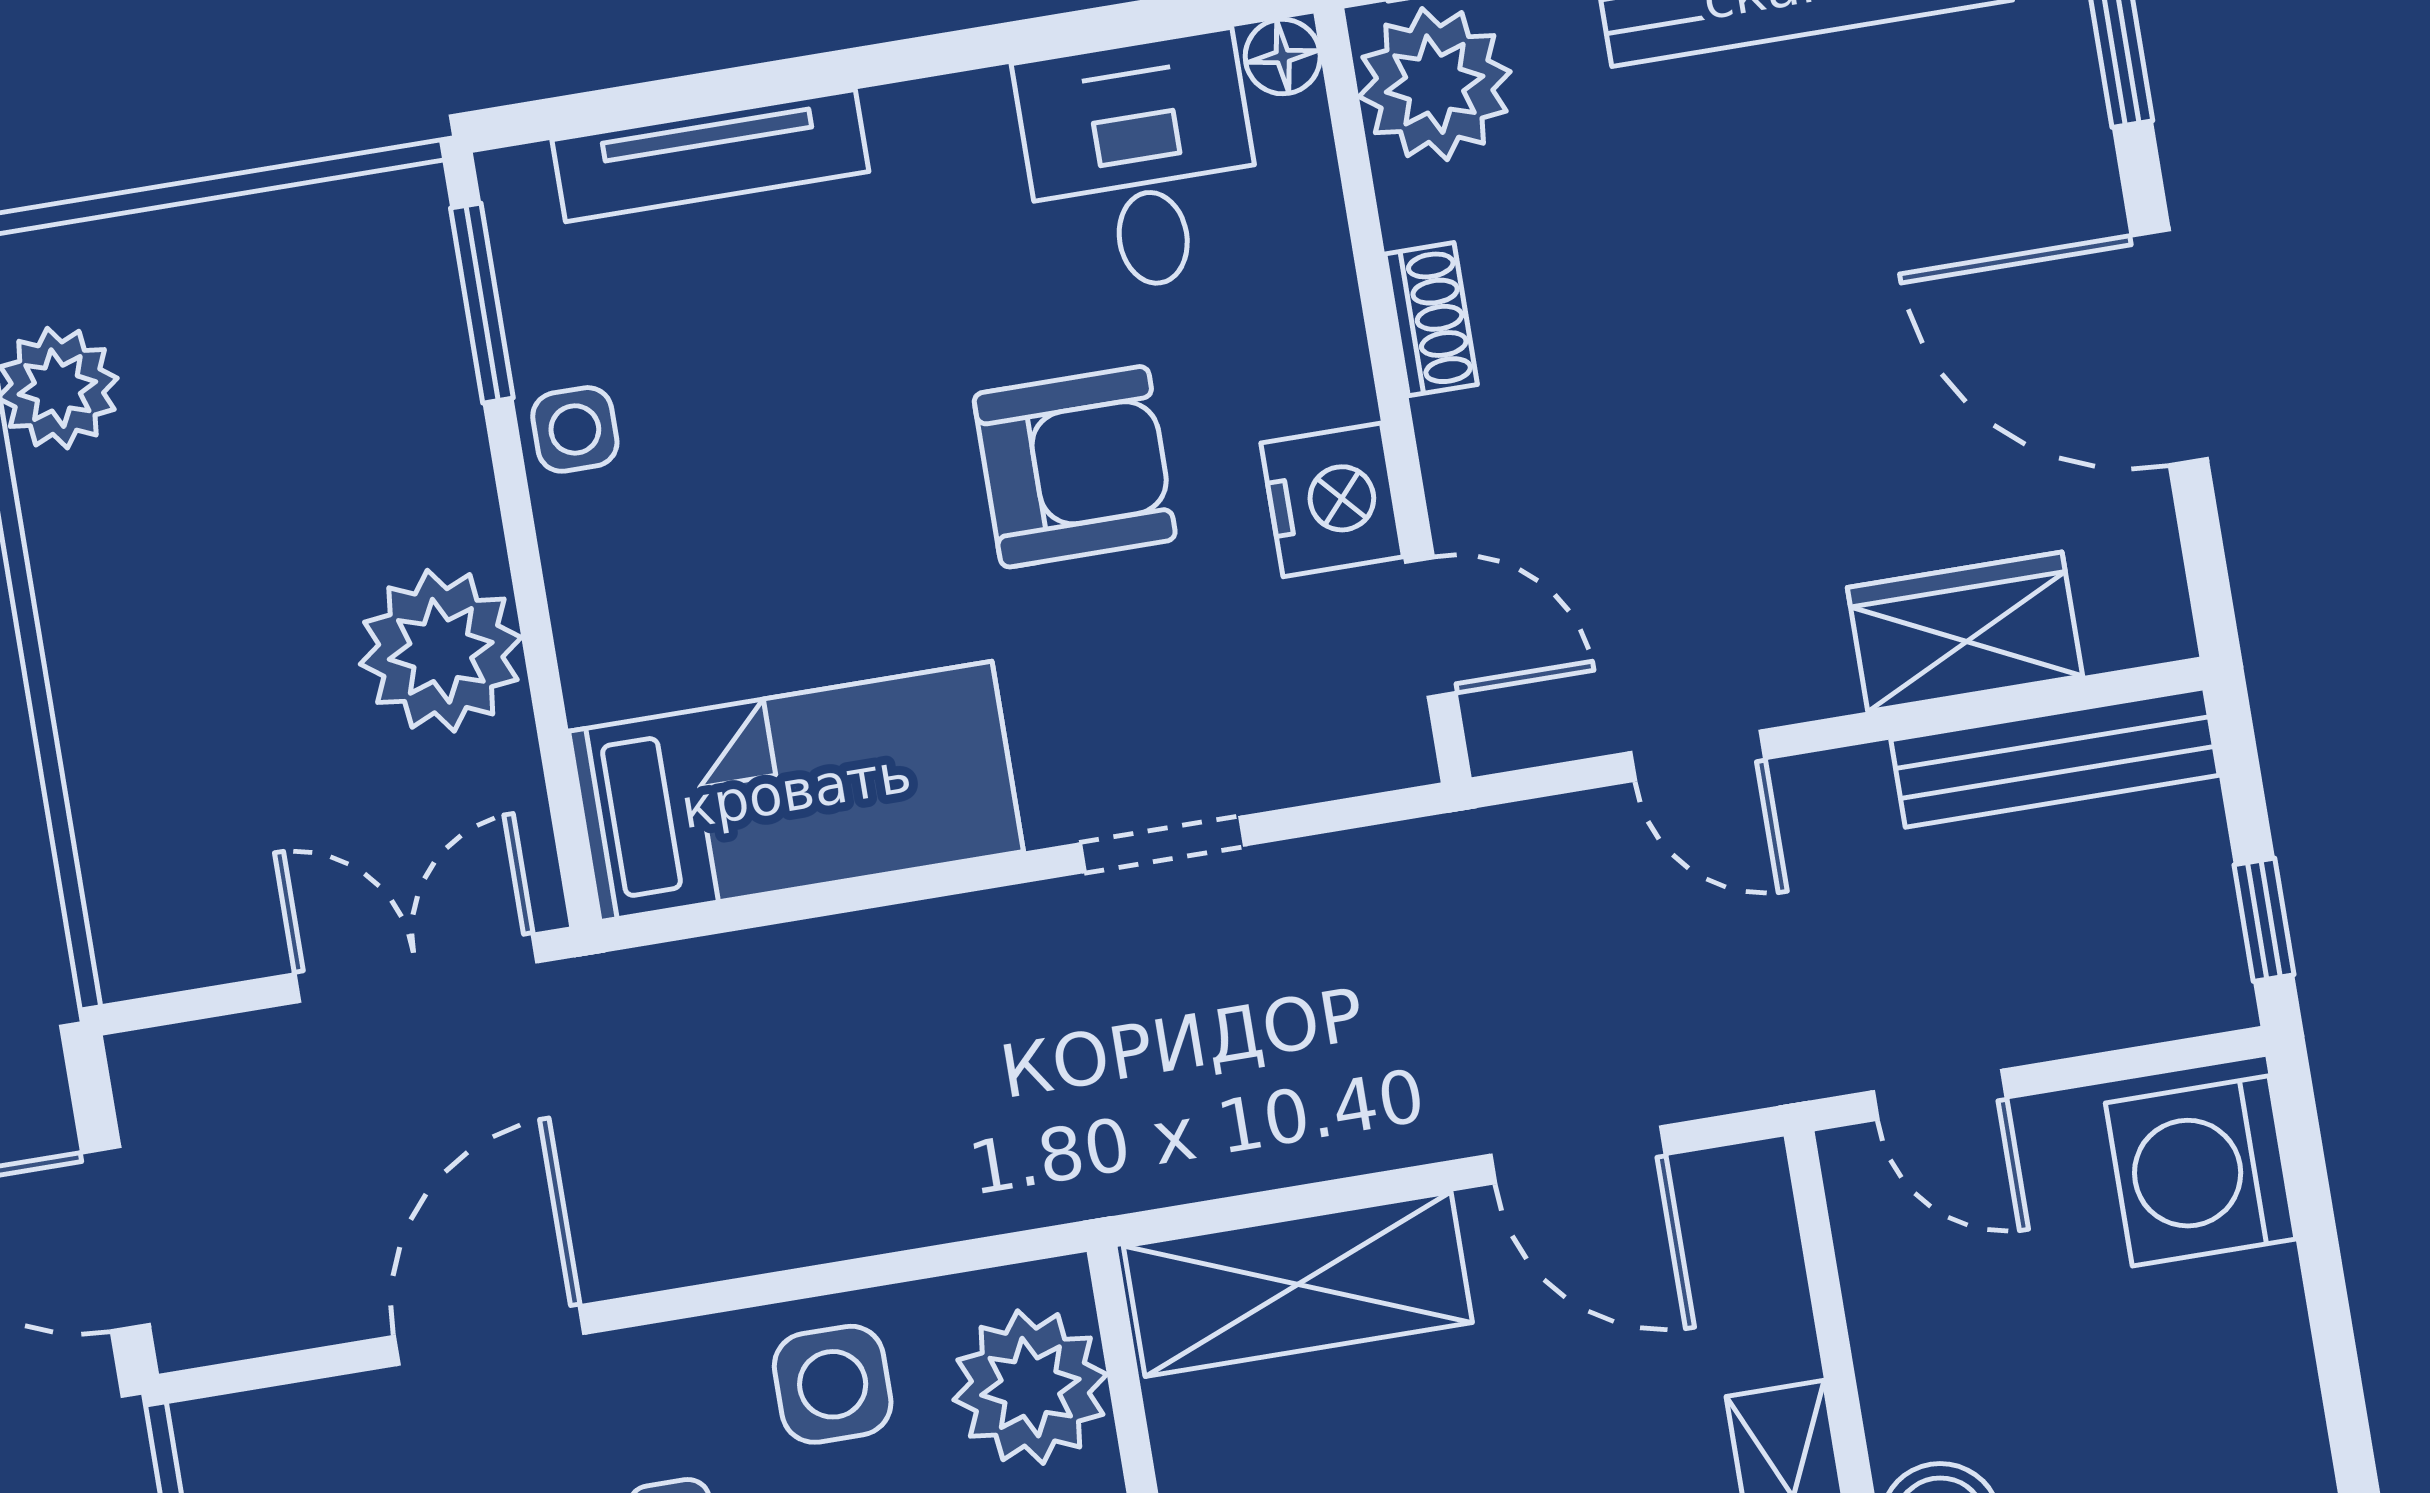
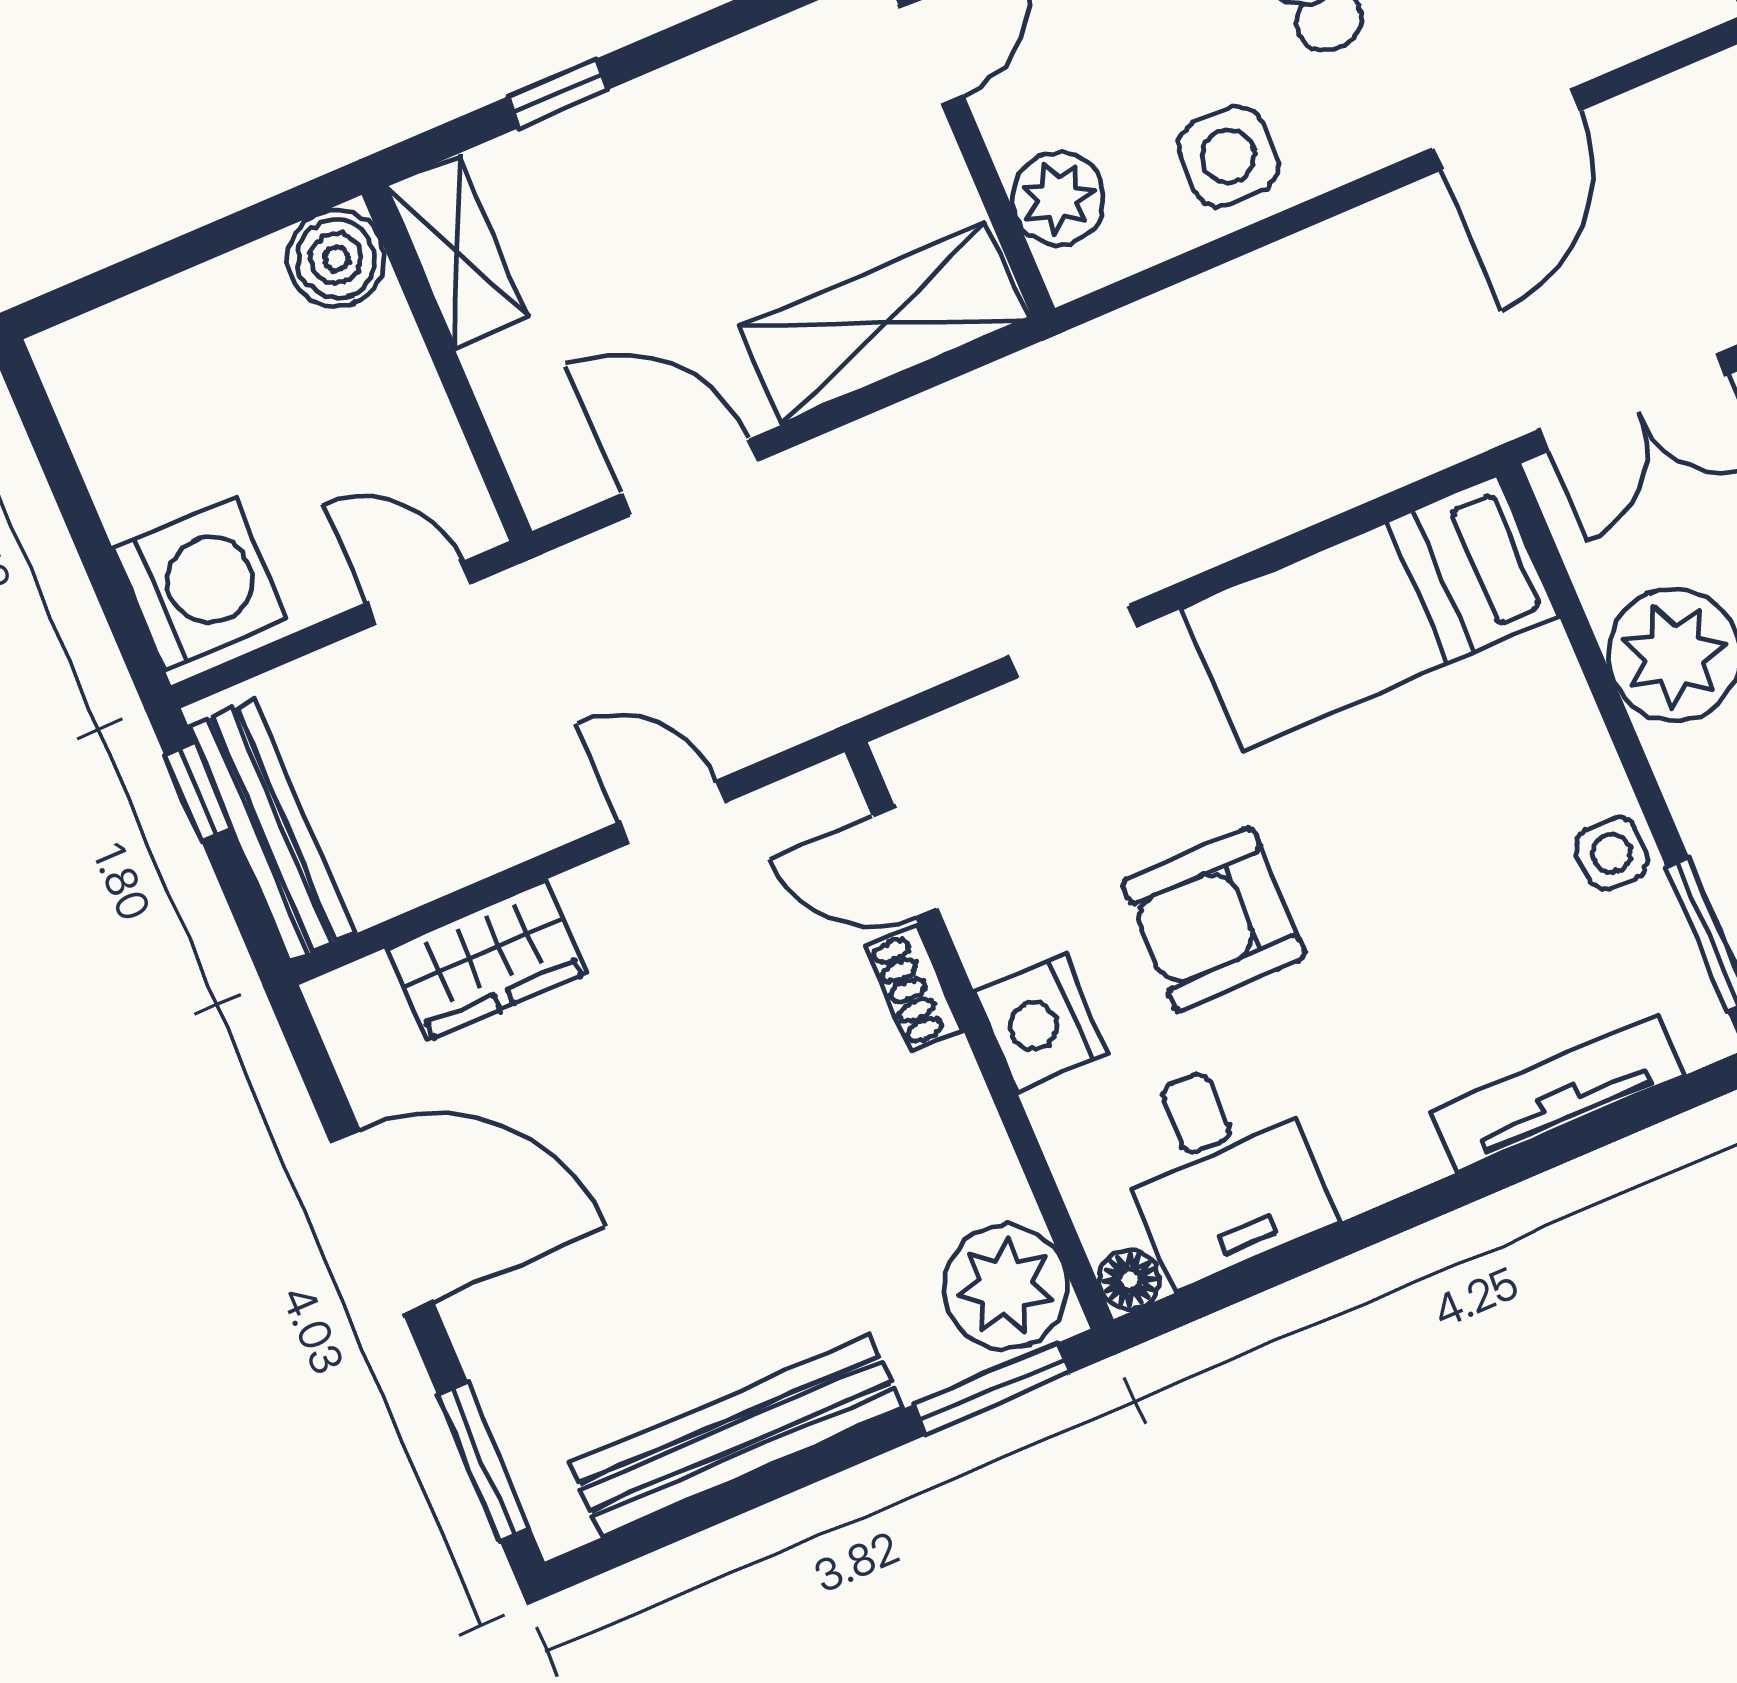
shoe rack: (1431, 319) -> (914, 988), moved
nightstand: (1332, 500) -> (1041, 1023), moved
bench: (2055, 757) -> (272, 830), moved, turned 90
plant: (1030, 1387) -> (1058, 198), width x0.73, depth x0.73

